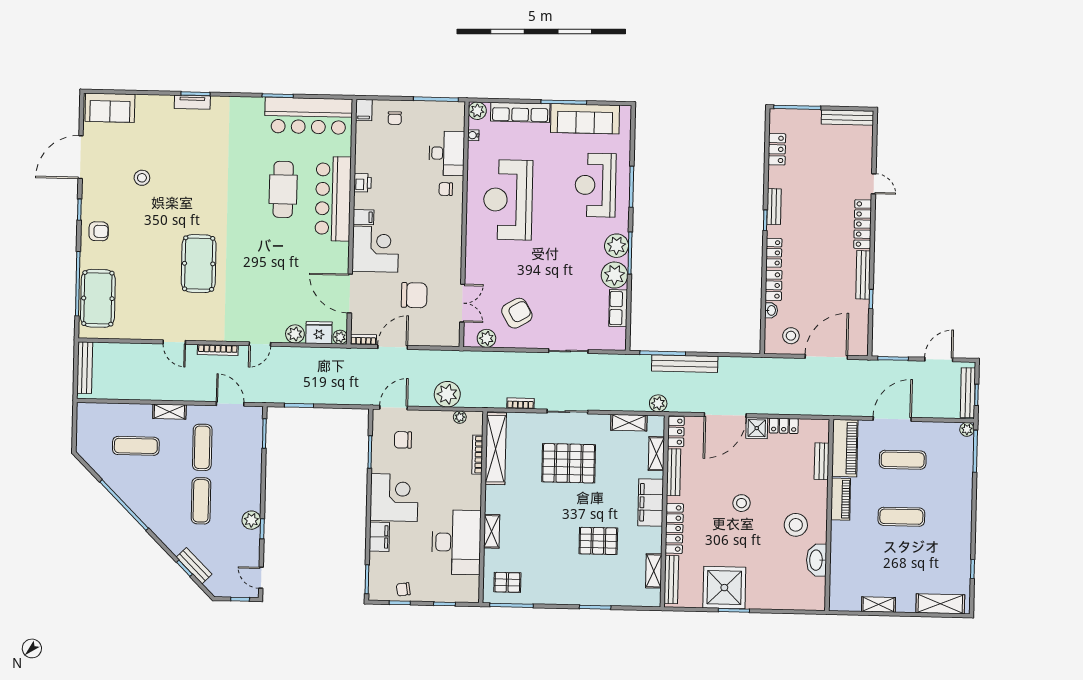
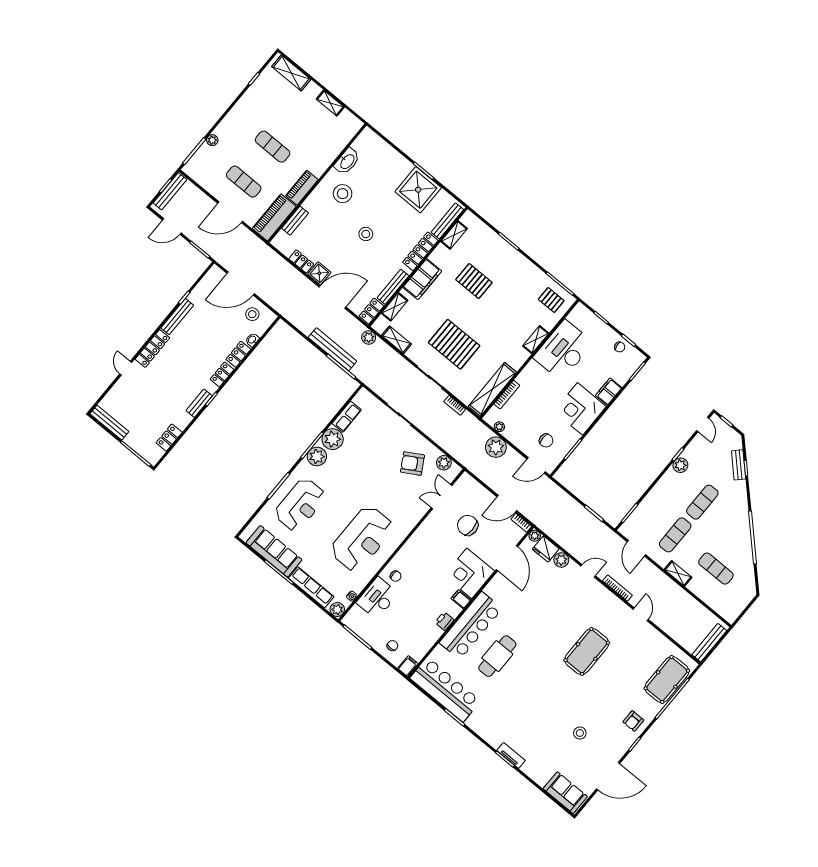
armchair: (99, 231) -> (633, 721), turned -90
plant: (967, 429) -> (212, 140), moved

